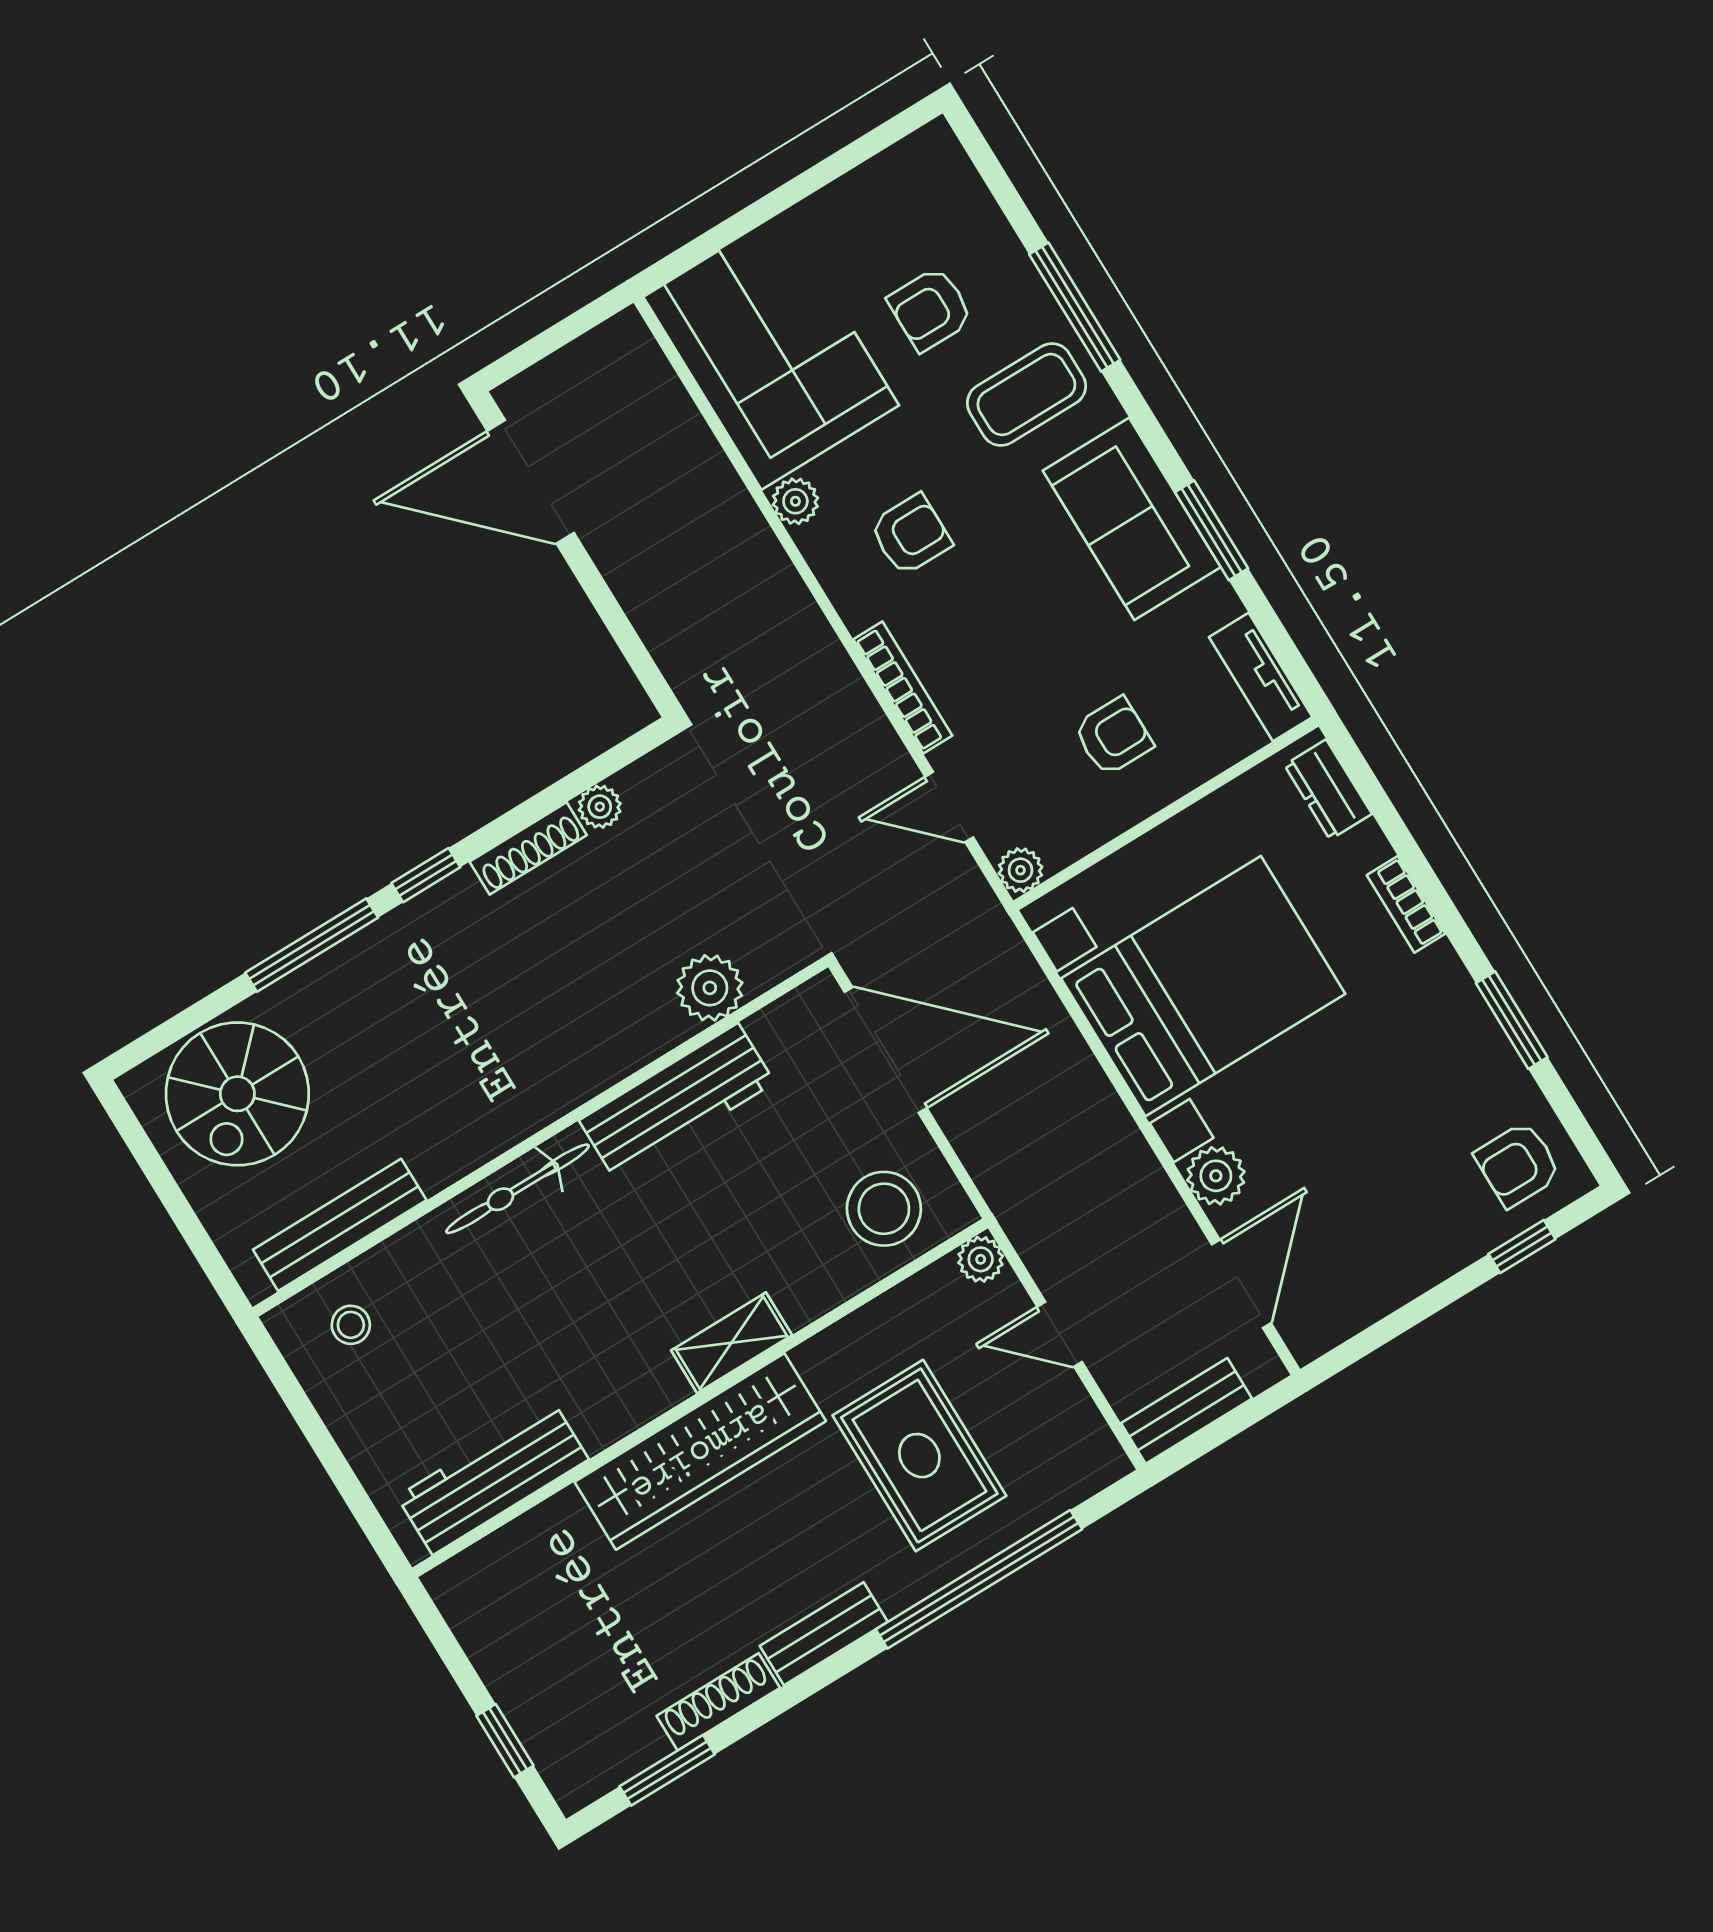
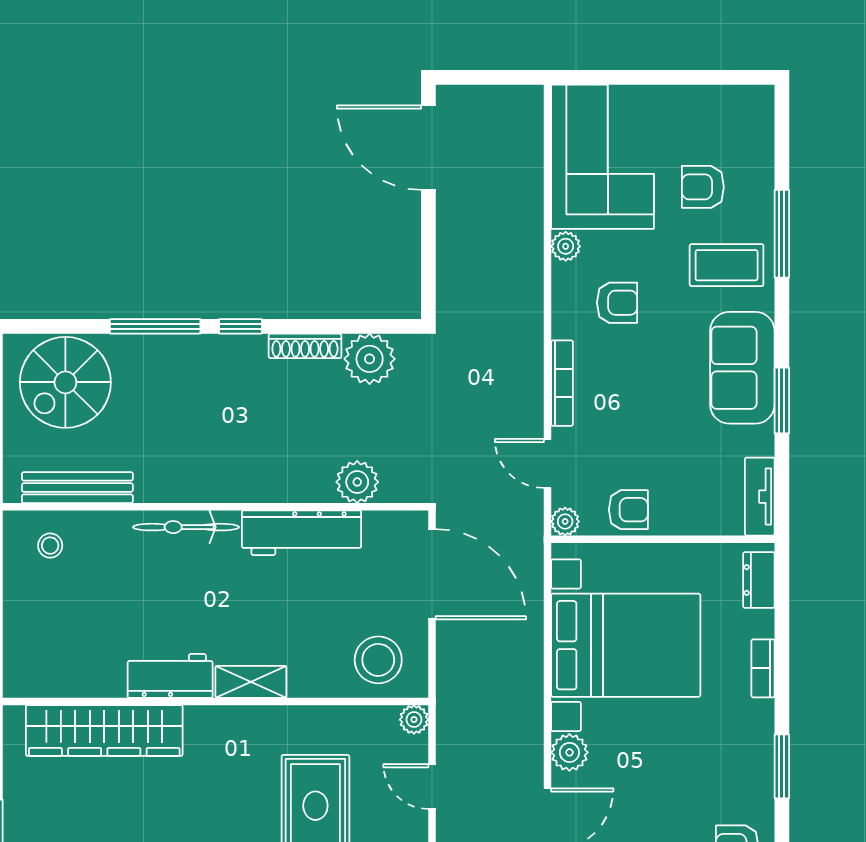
armchair: (1113, 736) -> (628, 510), moved
plant: (600, 807) -> (370, 359), width x1.87, depth x1.87
wardrobe: (700, 1451) -> (104, 730), moved
workbench: (493, 1478) -> (170, 676), moved, width x0.73

